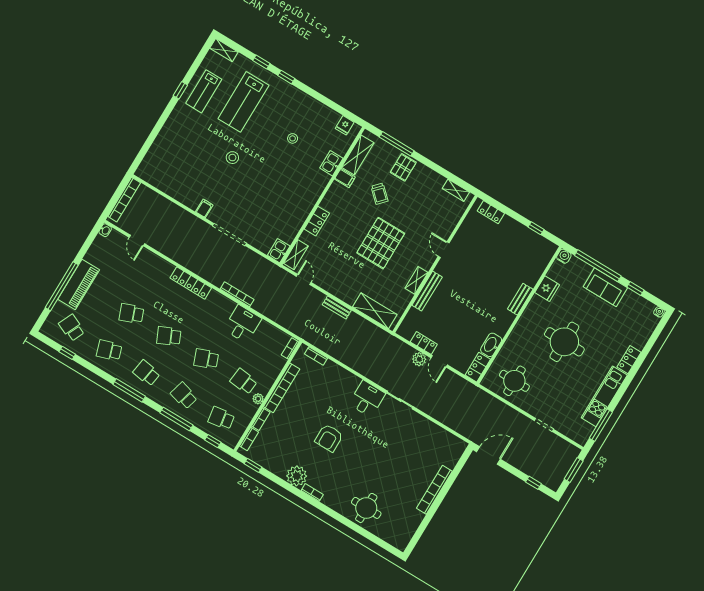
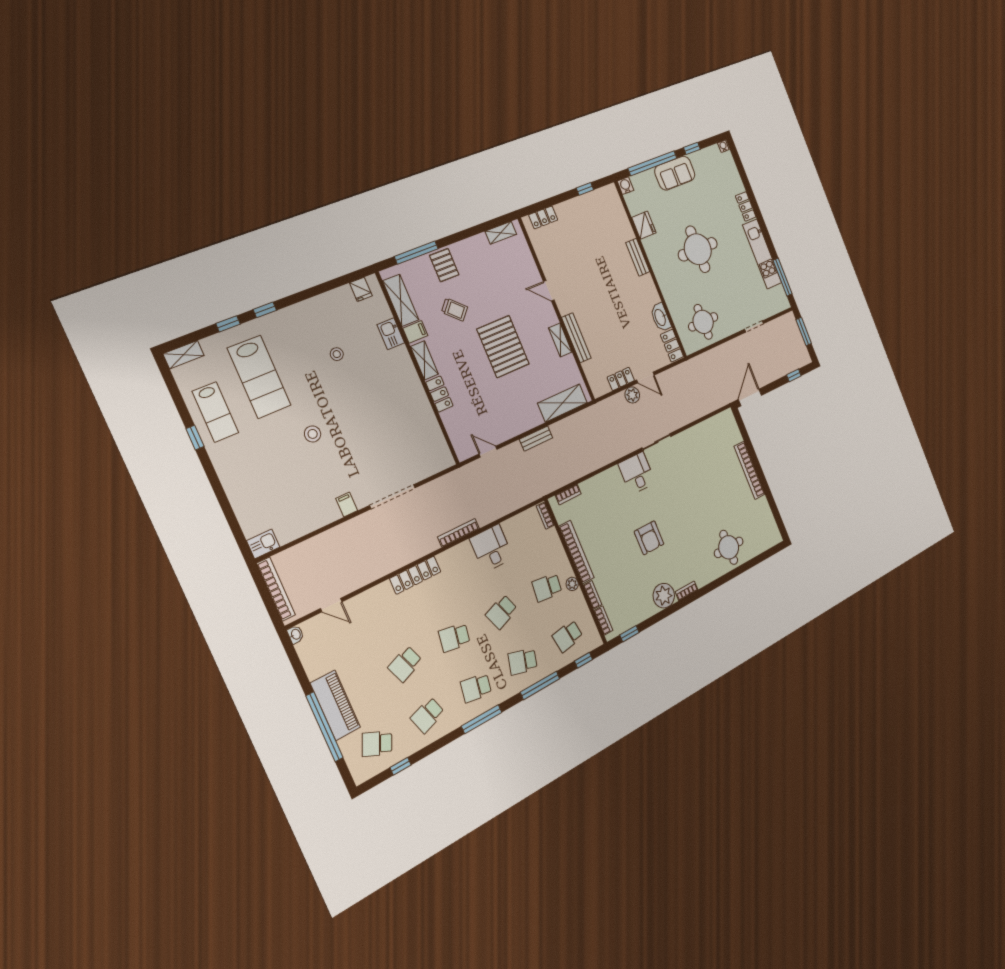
kitchen sink: (279, 251) -> (263, 544), moved, turned 90
shelving: (296, 255) -> (424, 360), moved
school desk: (169, 336) -> (454, 637), turned 33

